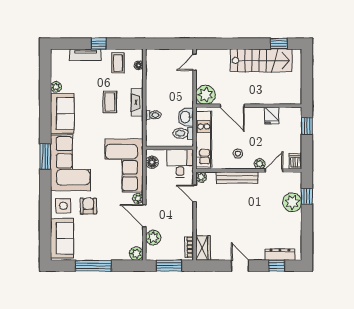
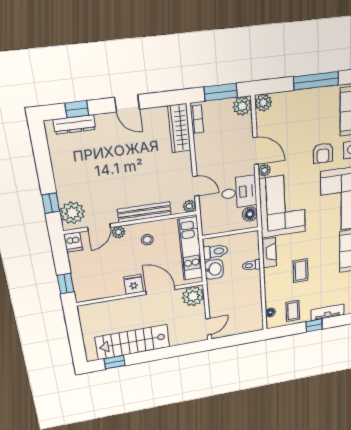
fireplace: (137, 102) -> (269, 253), moved
fridge: (272, 115) -> (133, 284), moved
desk: (180, 164) -> (239, 192), moved, turned -90
plant: (292, 202) -> (72, 213), moved
plant: (153, 237) -> (242, 106), moved
wardrobe: (203, 248) -> (179, 128), width x1.50

